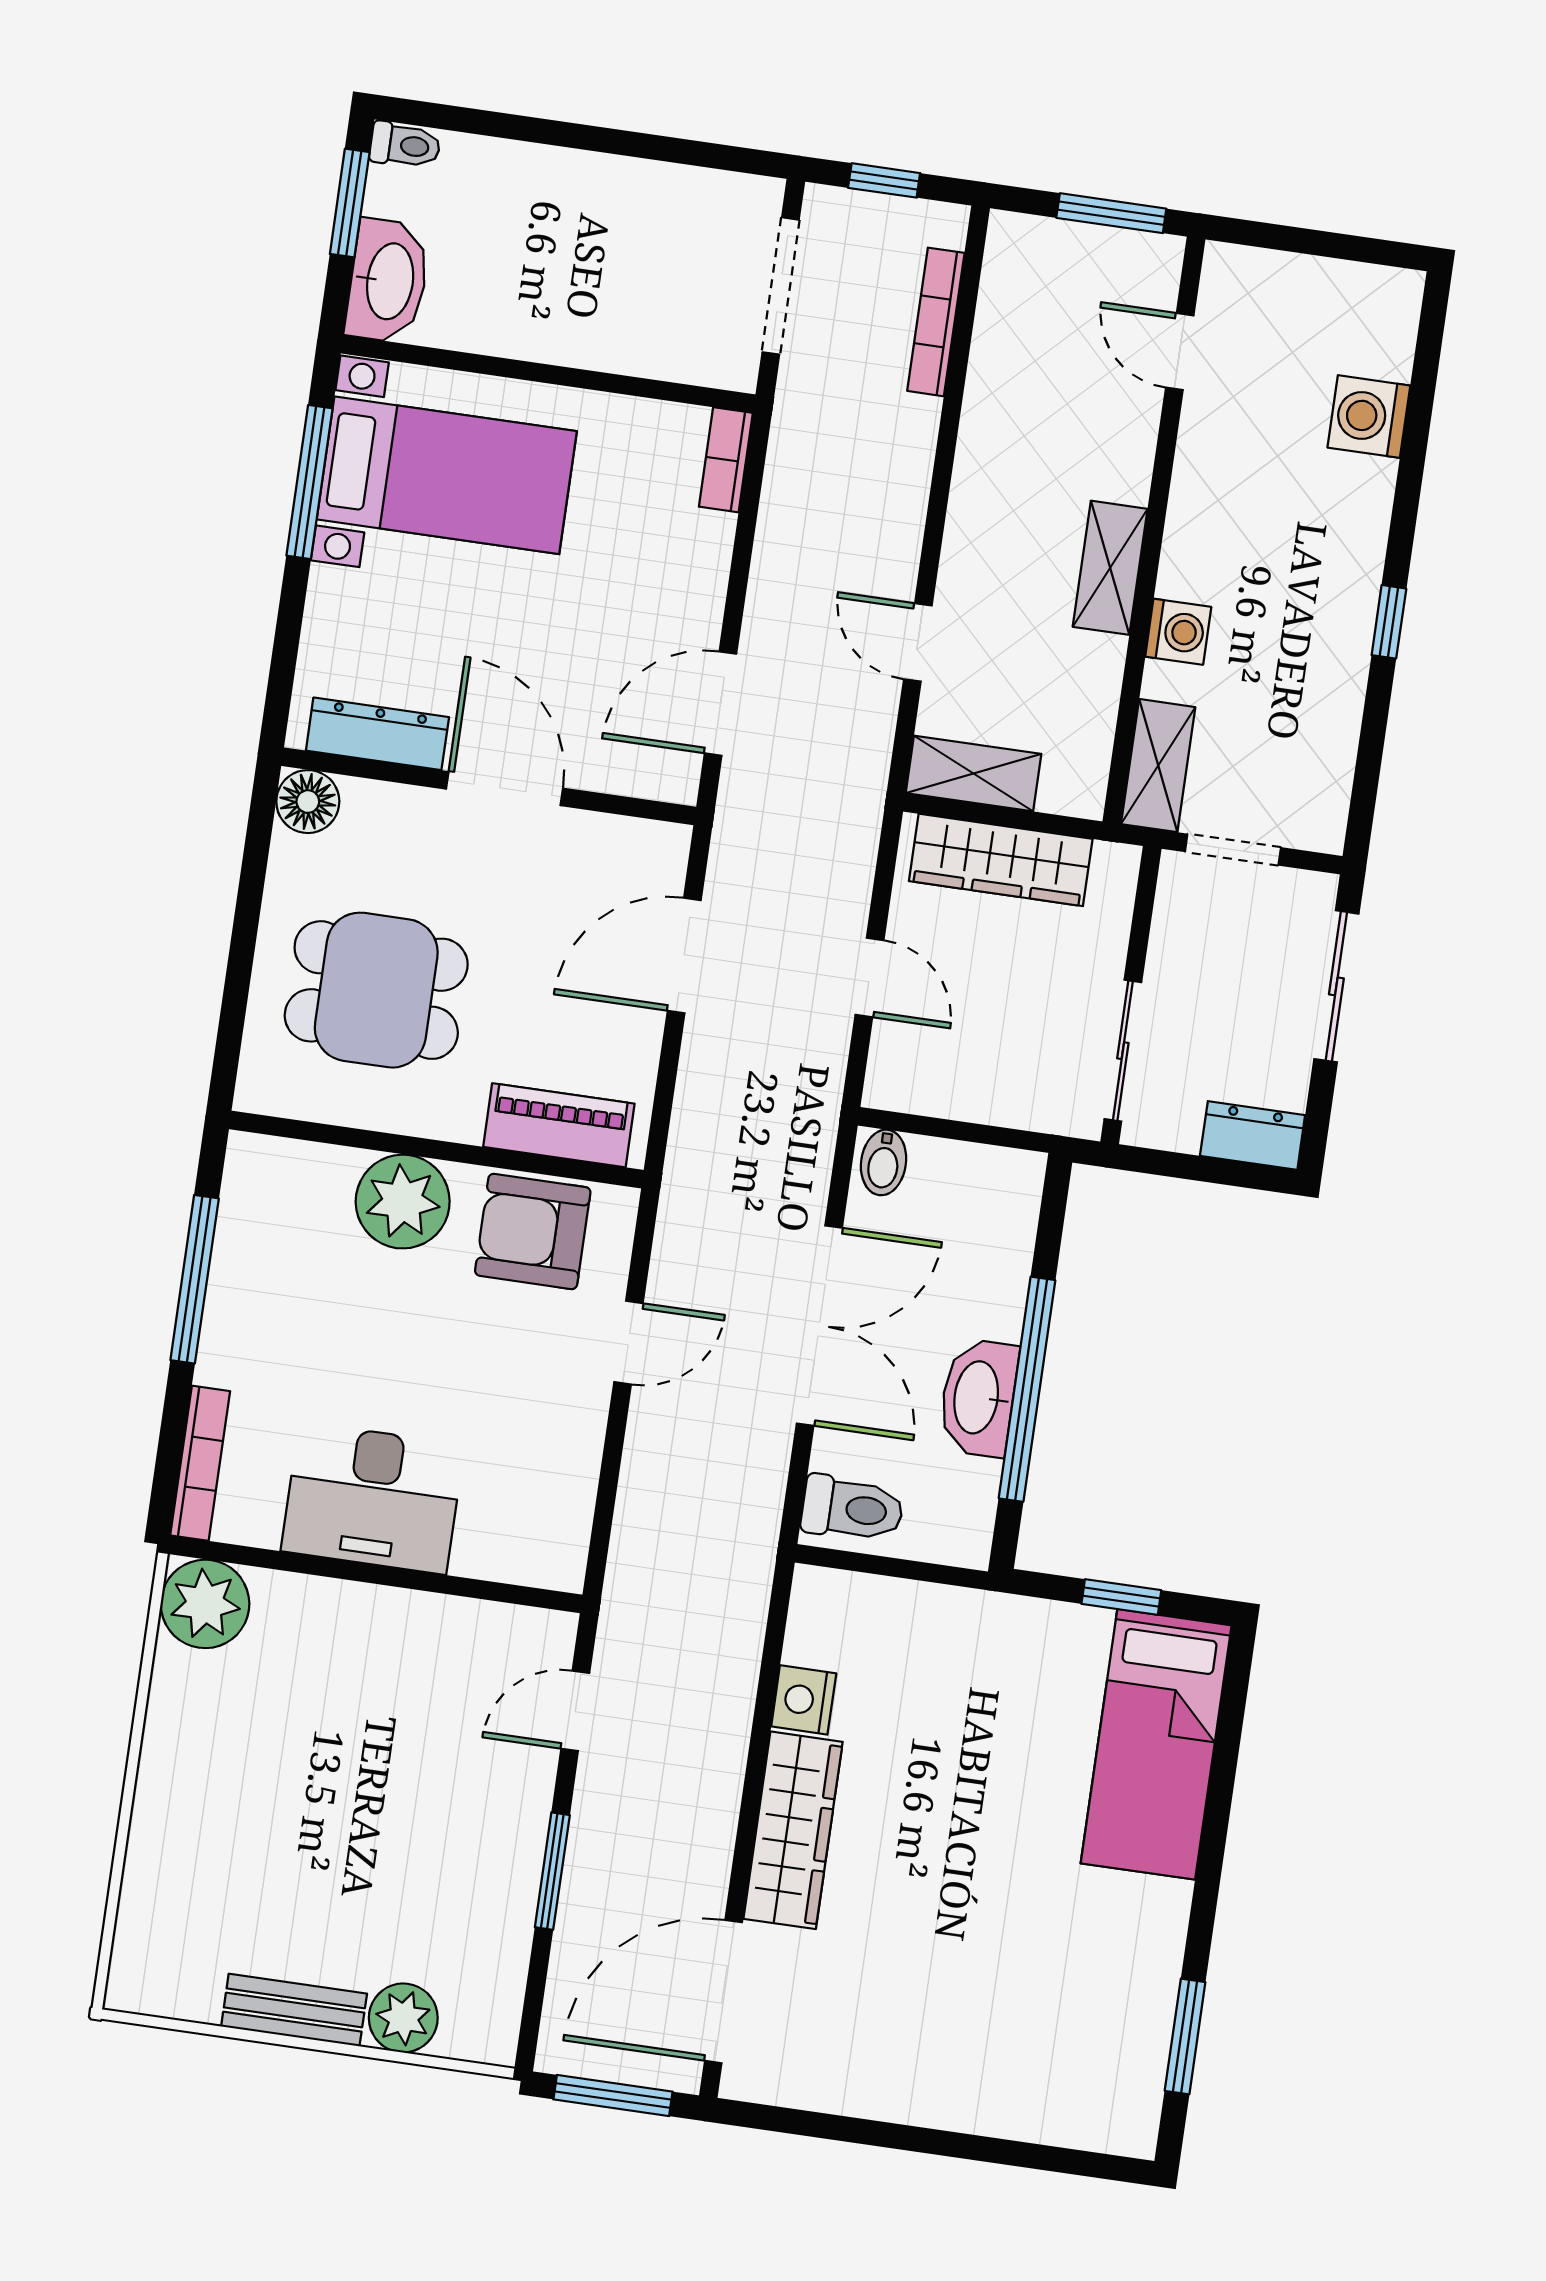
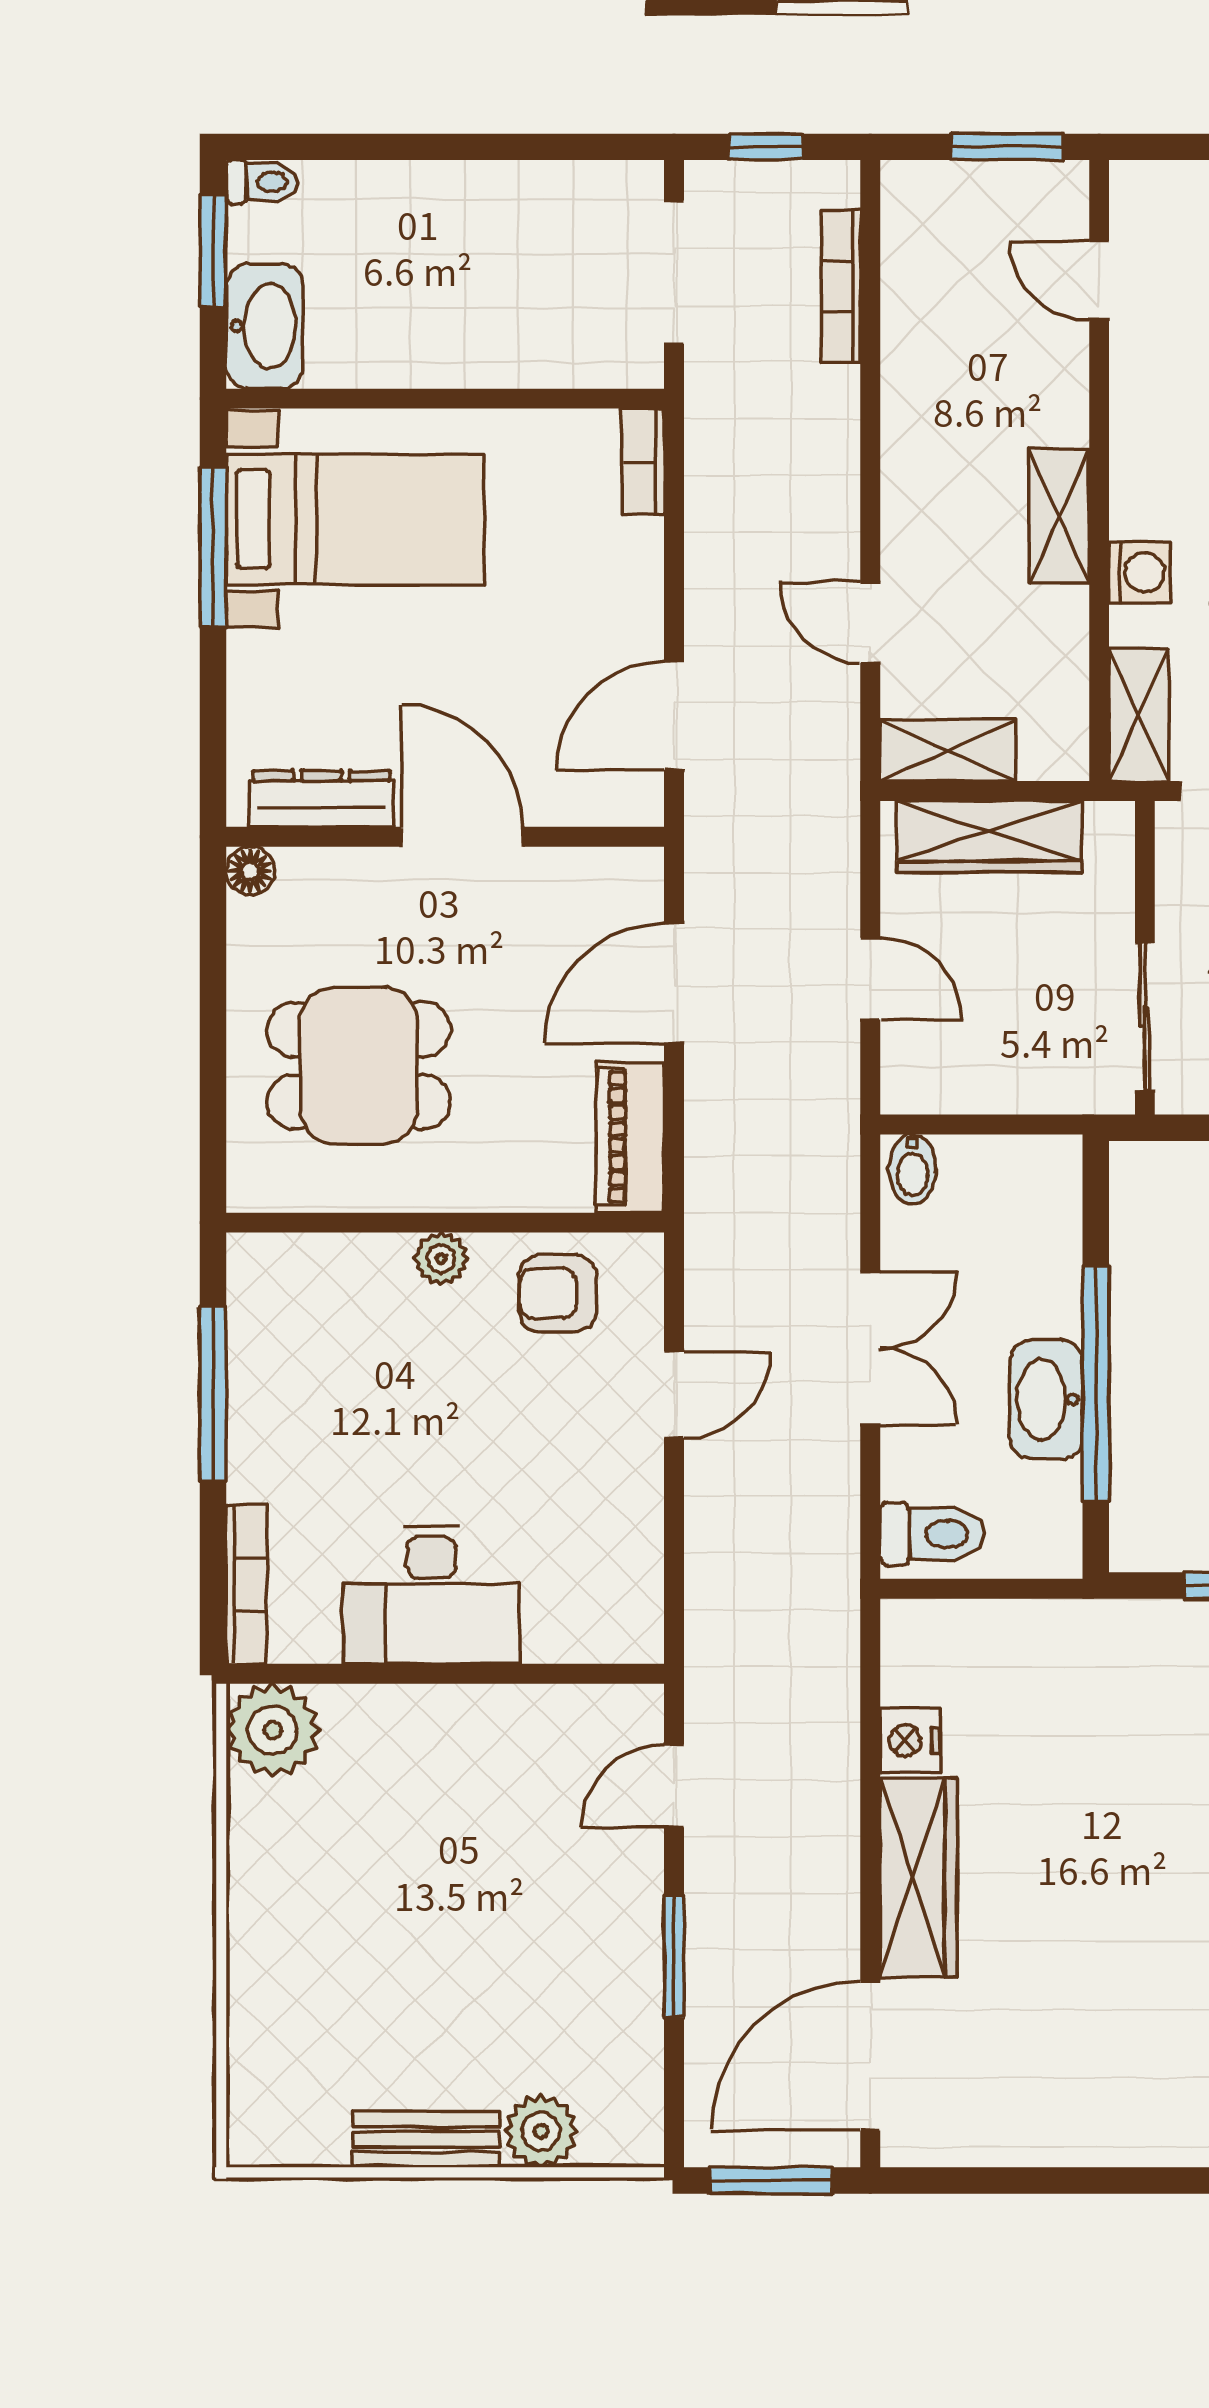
floor lamp: (308, 802) -> (250, 871), width x0.73, depth x0.73
piano: (559, 1125) -> (630, 1137), moved, turned -90
plant: (403, 1202) -> (441, 1259), width x0.53, depth x0.53
armchair: (533, 1231) -> (558, 1293), width x0.72, depth x0.72
double door: (819, 1326) -> (870, 1348), width x0.73

